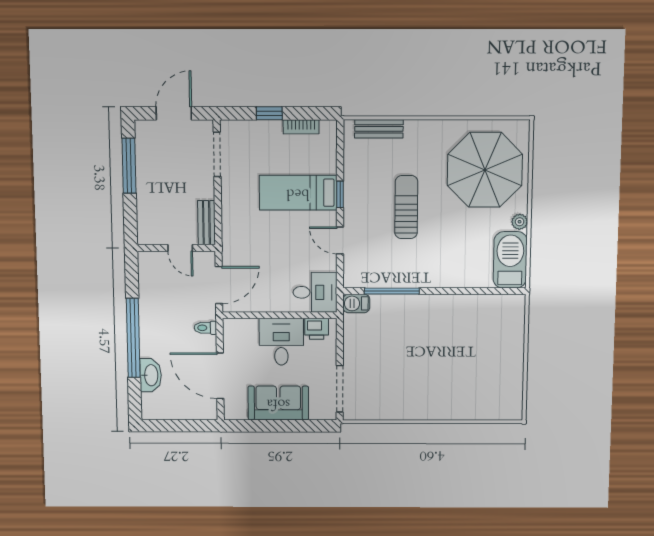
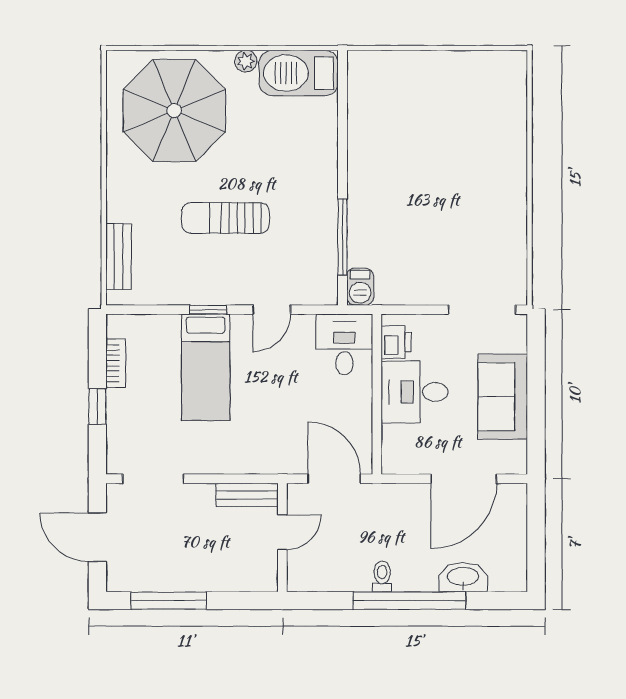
toilet: (205, 328) -> (382, 576), moved, turned 180

